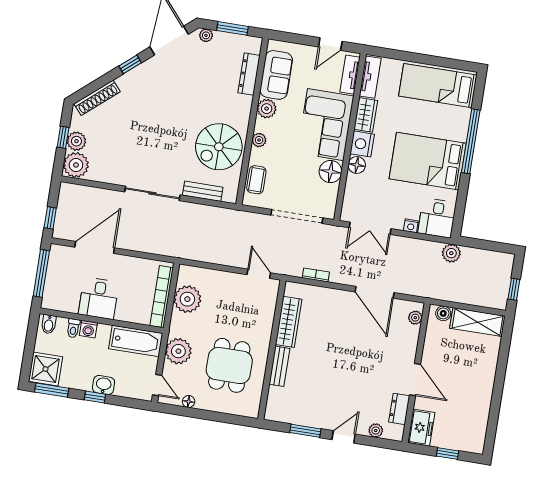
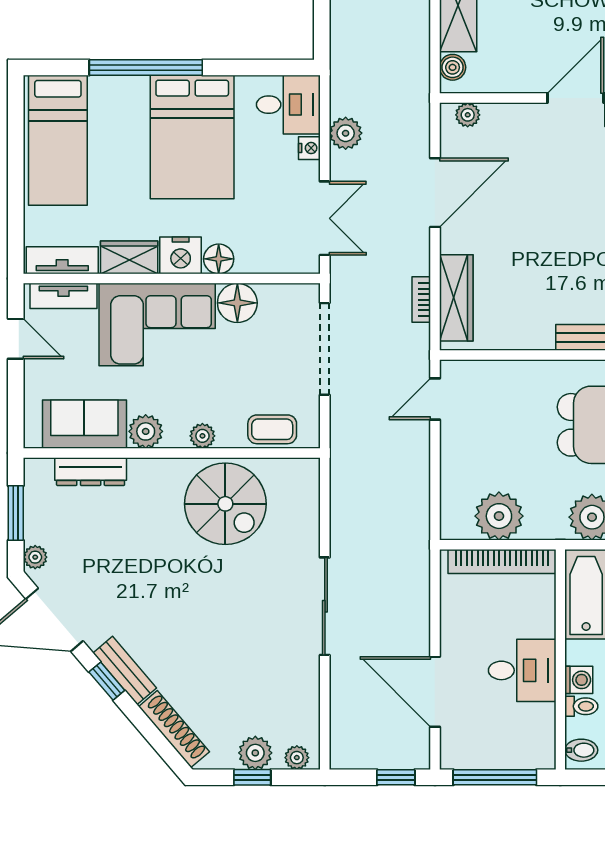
plant: (76, 165) -> (297, 758), width x0.53, depth x0.53
bench: (203, 191) -> (125, 670), moved, turned -40
plant: (451, 253) -> (346, 133), moved
wardrobe: (289, 322) -> (456, 298), moved, turned 90

